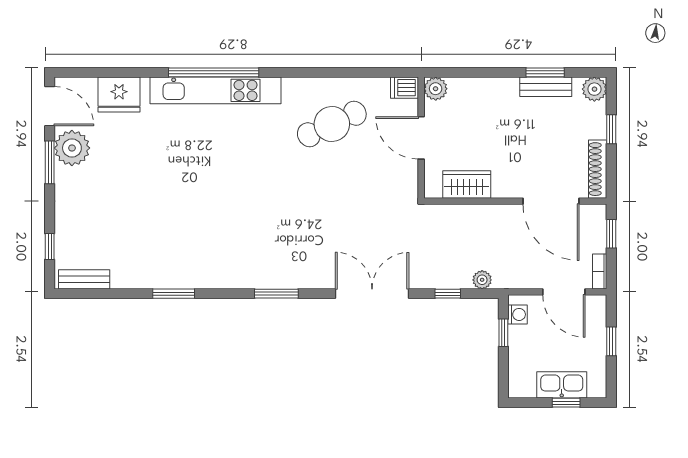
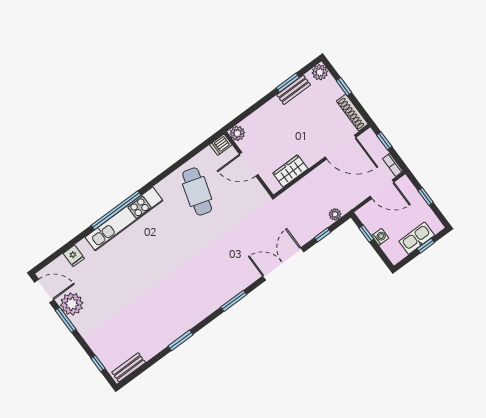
fridge: (119, 94) -> (74, 256), width x0.53, depth x0.75
cafe table: (332, 124) -> (197, 192), turned -48
washing machine: (518, 314) -> (380, 237), moved

